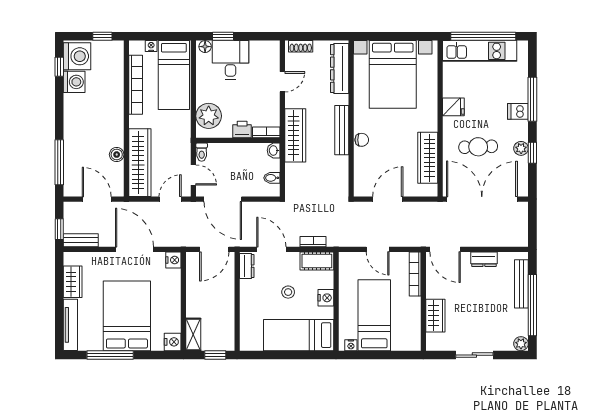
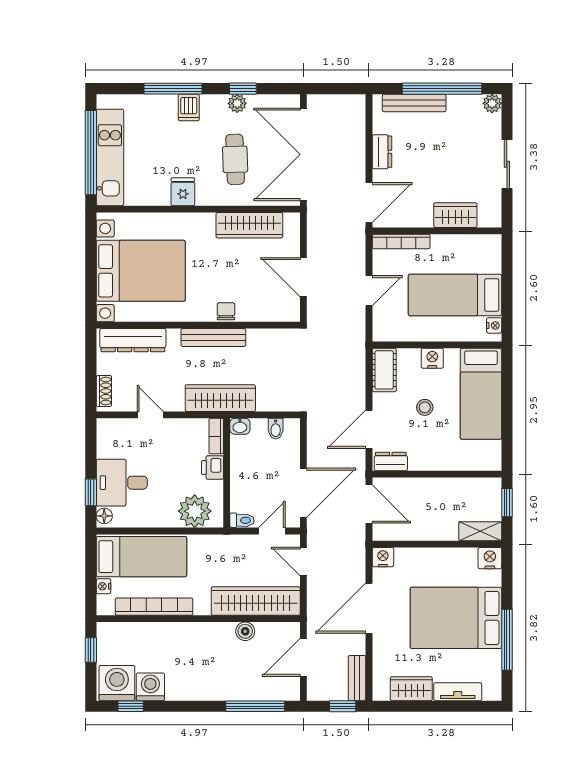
bookcase: (313, 242) -> (359, 375), removed
tv unit: (70, 325) -> (458, 692), width x0.71

